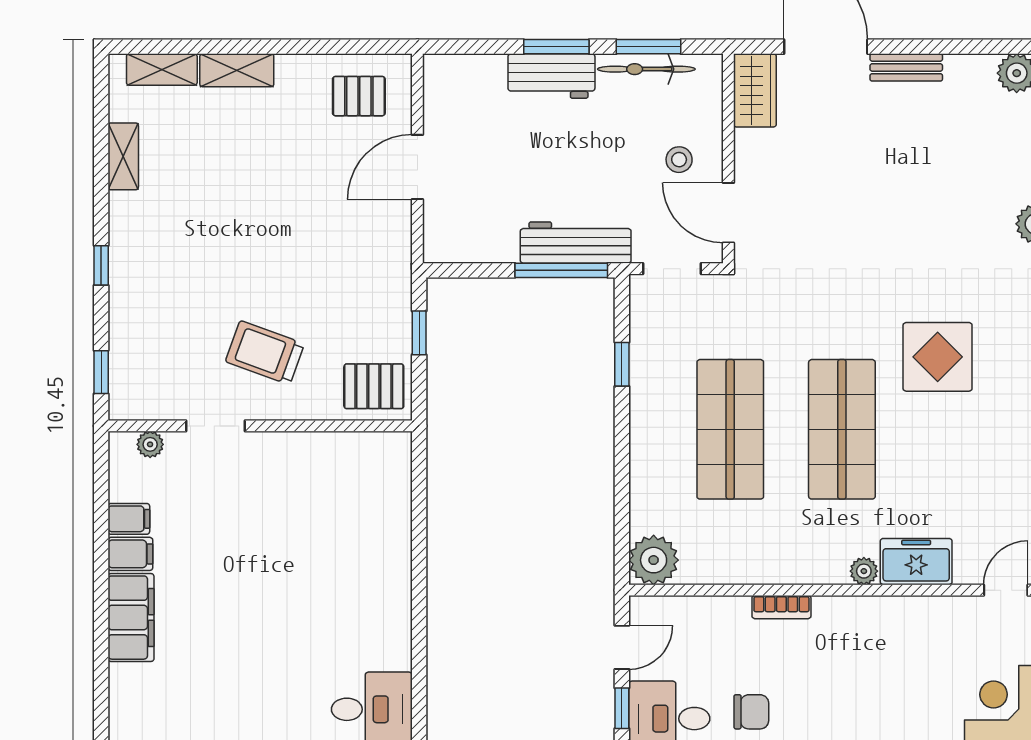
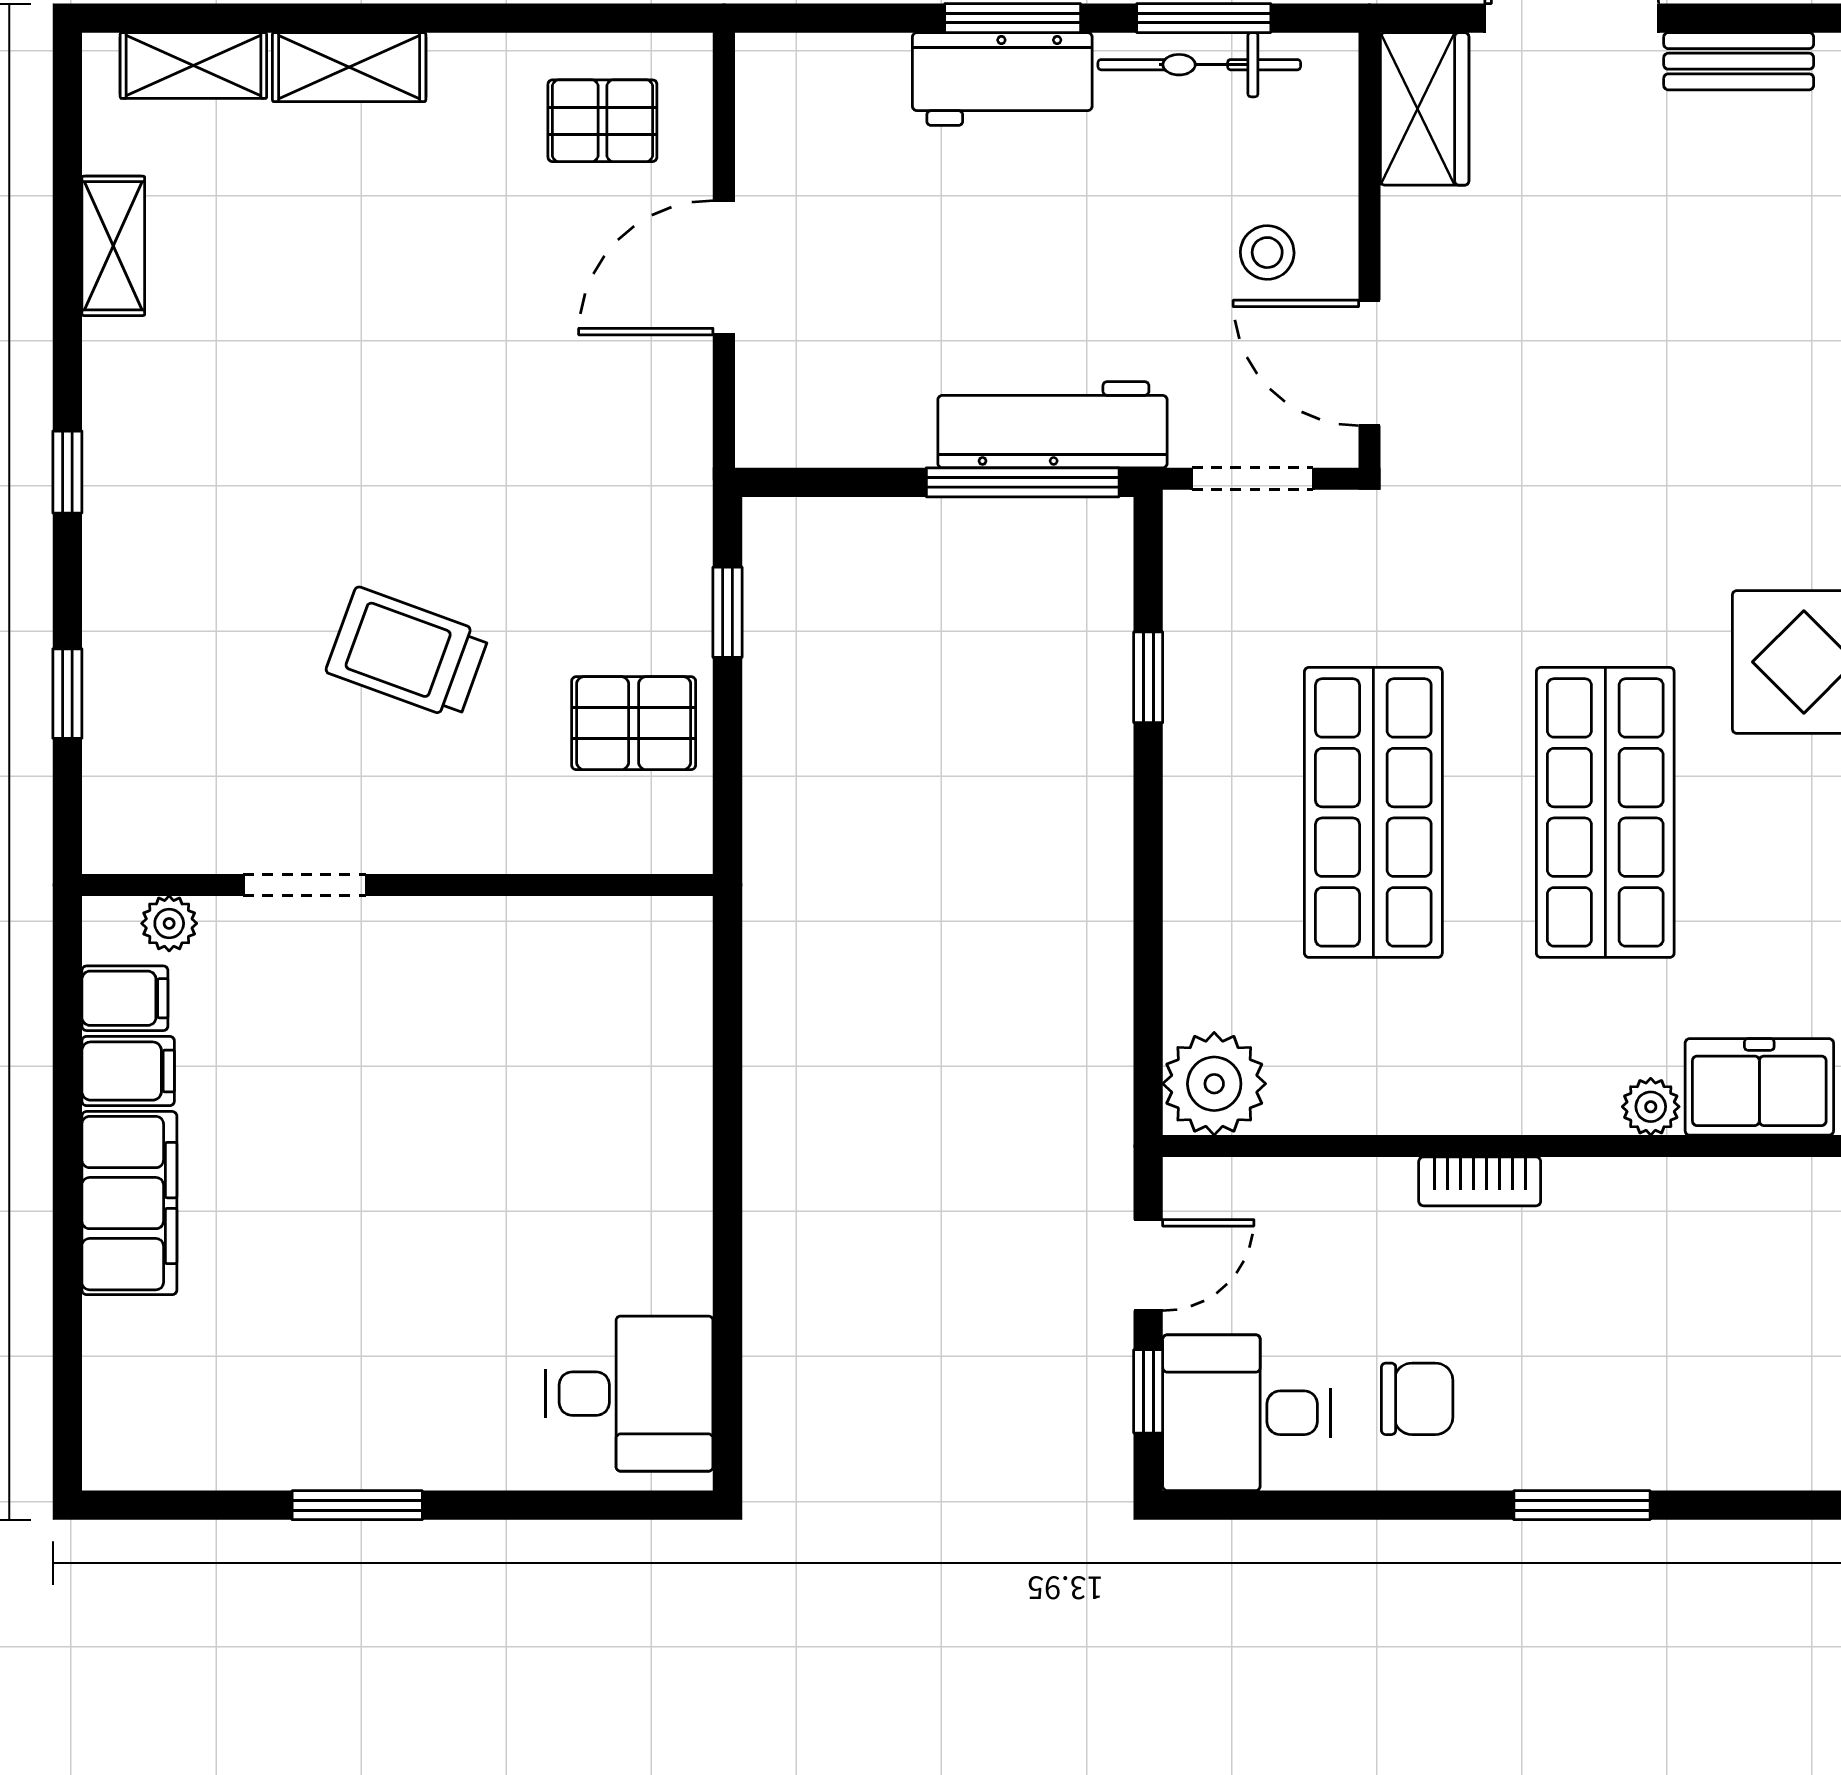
doorway: (215, 426) -> (305, 885), moved
wall: (260, 426) -> (397, 885), moved
plant: (150, 444) -> (169, 923), moved

